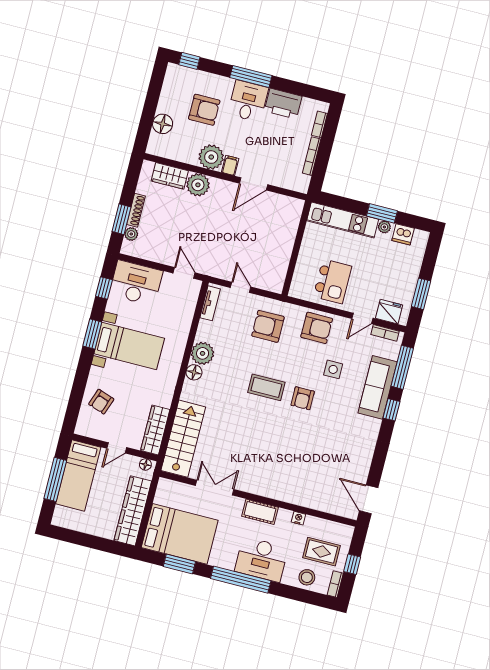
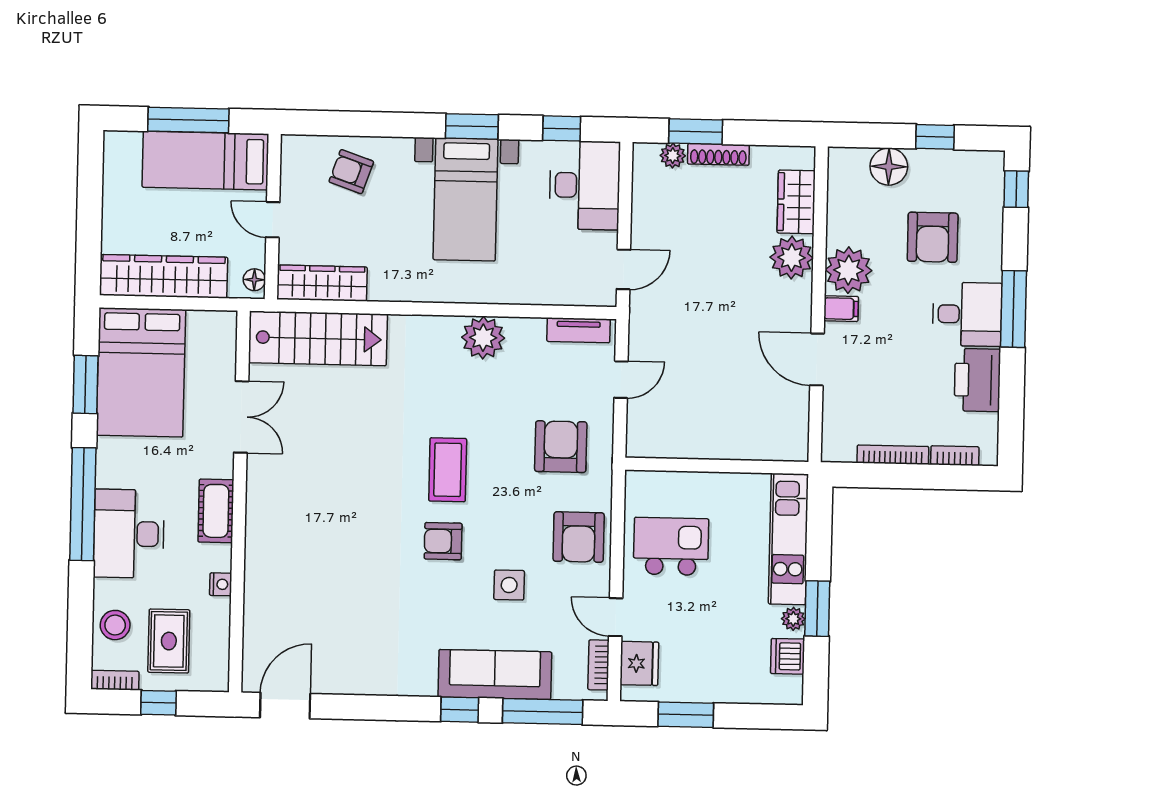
window: (153, 97) -> (935, 137), added
kitchen island: (332, 281) -> (671, 546), turned 180
floor lamp: (194, 372) -> (445, 330), removed

